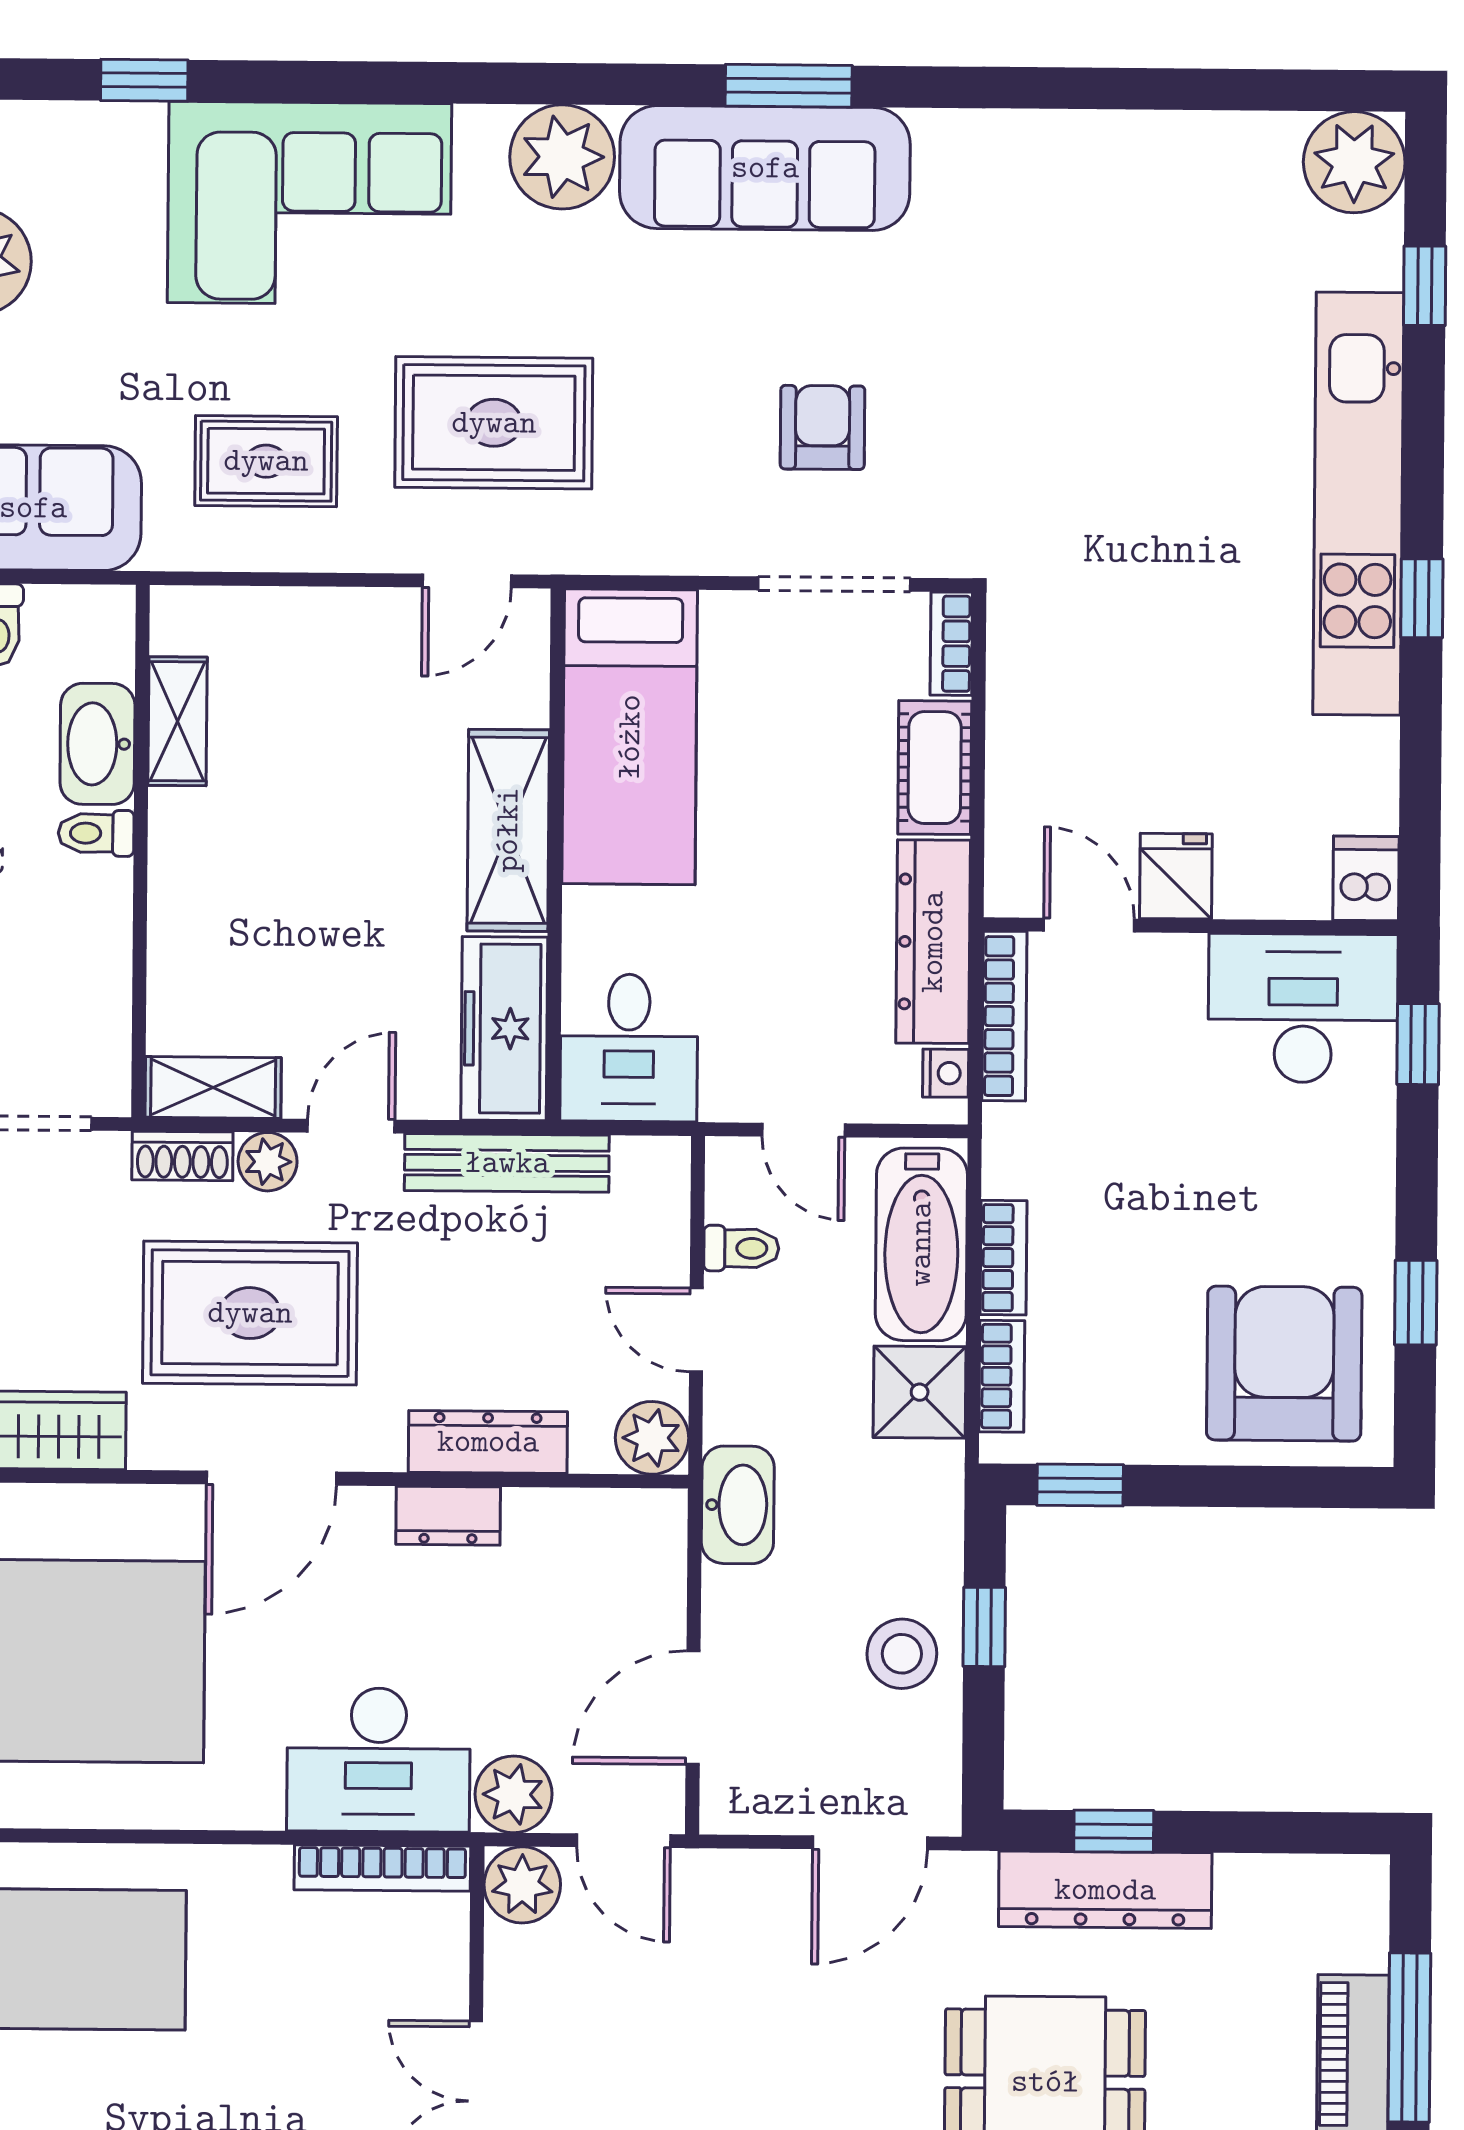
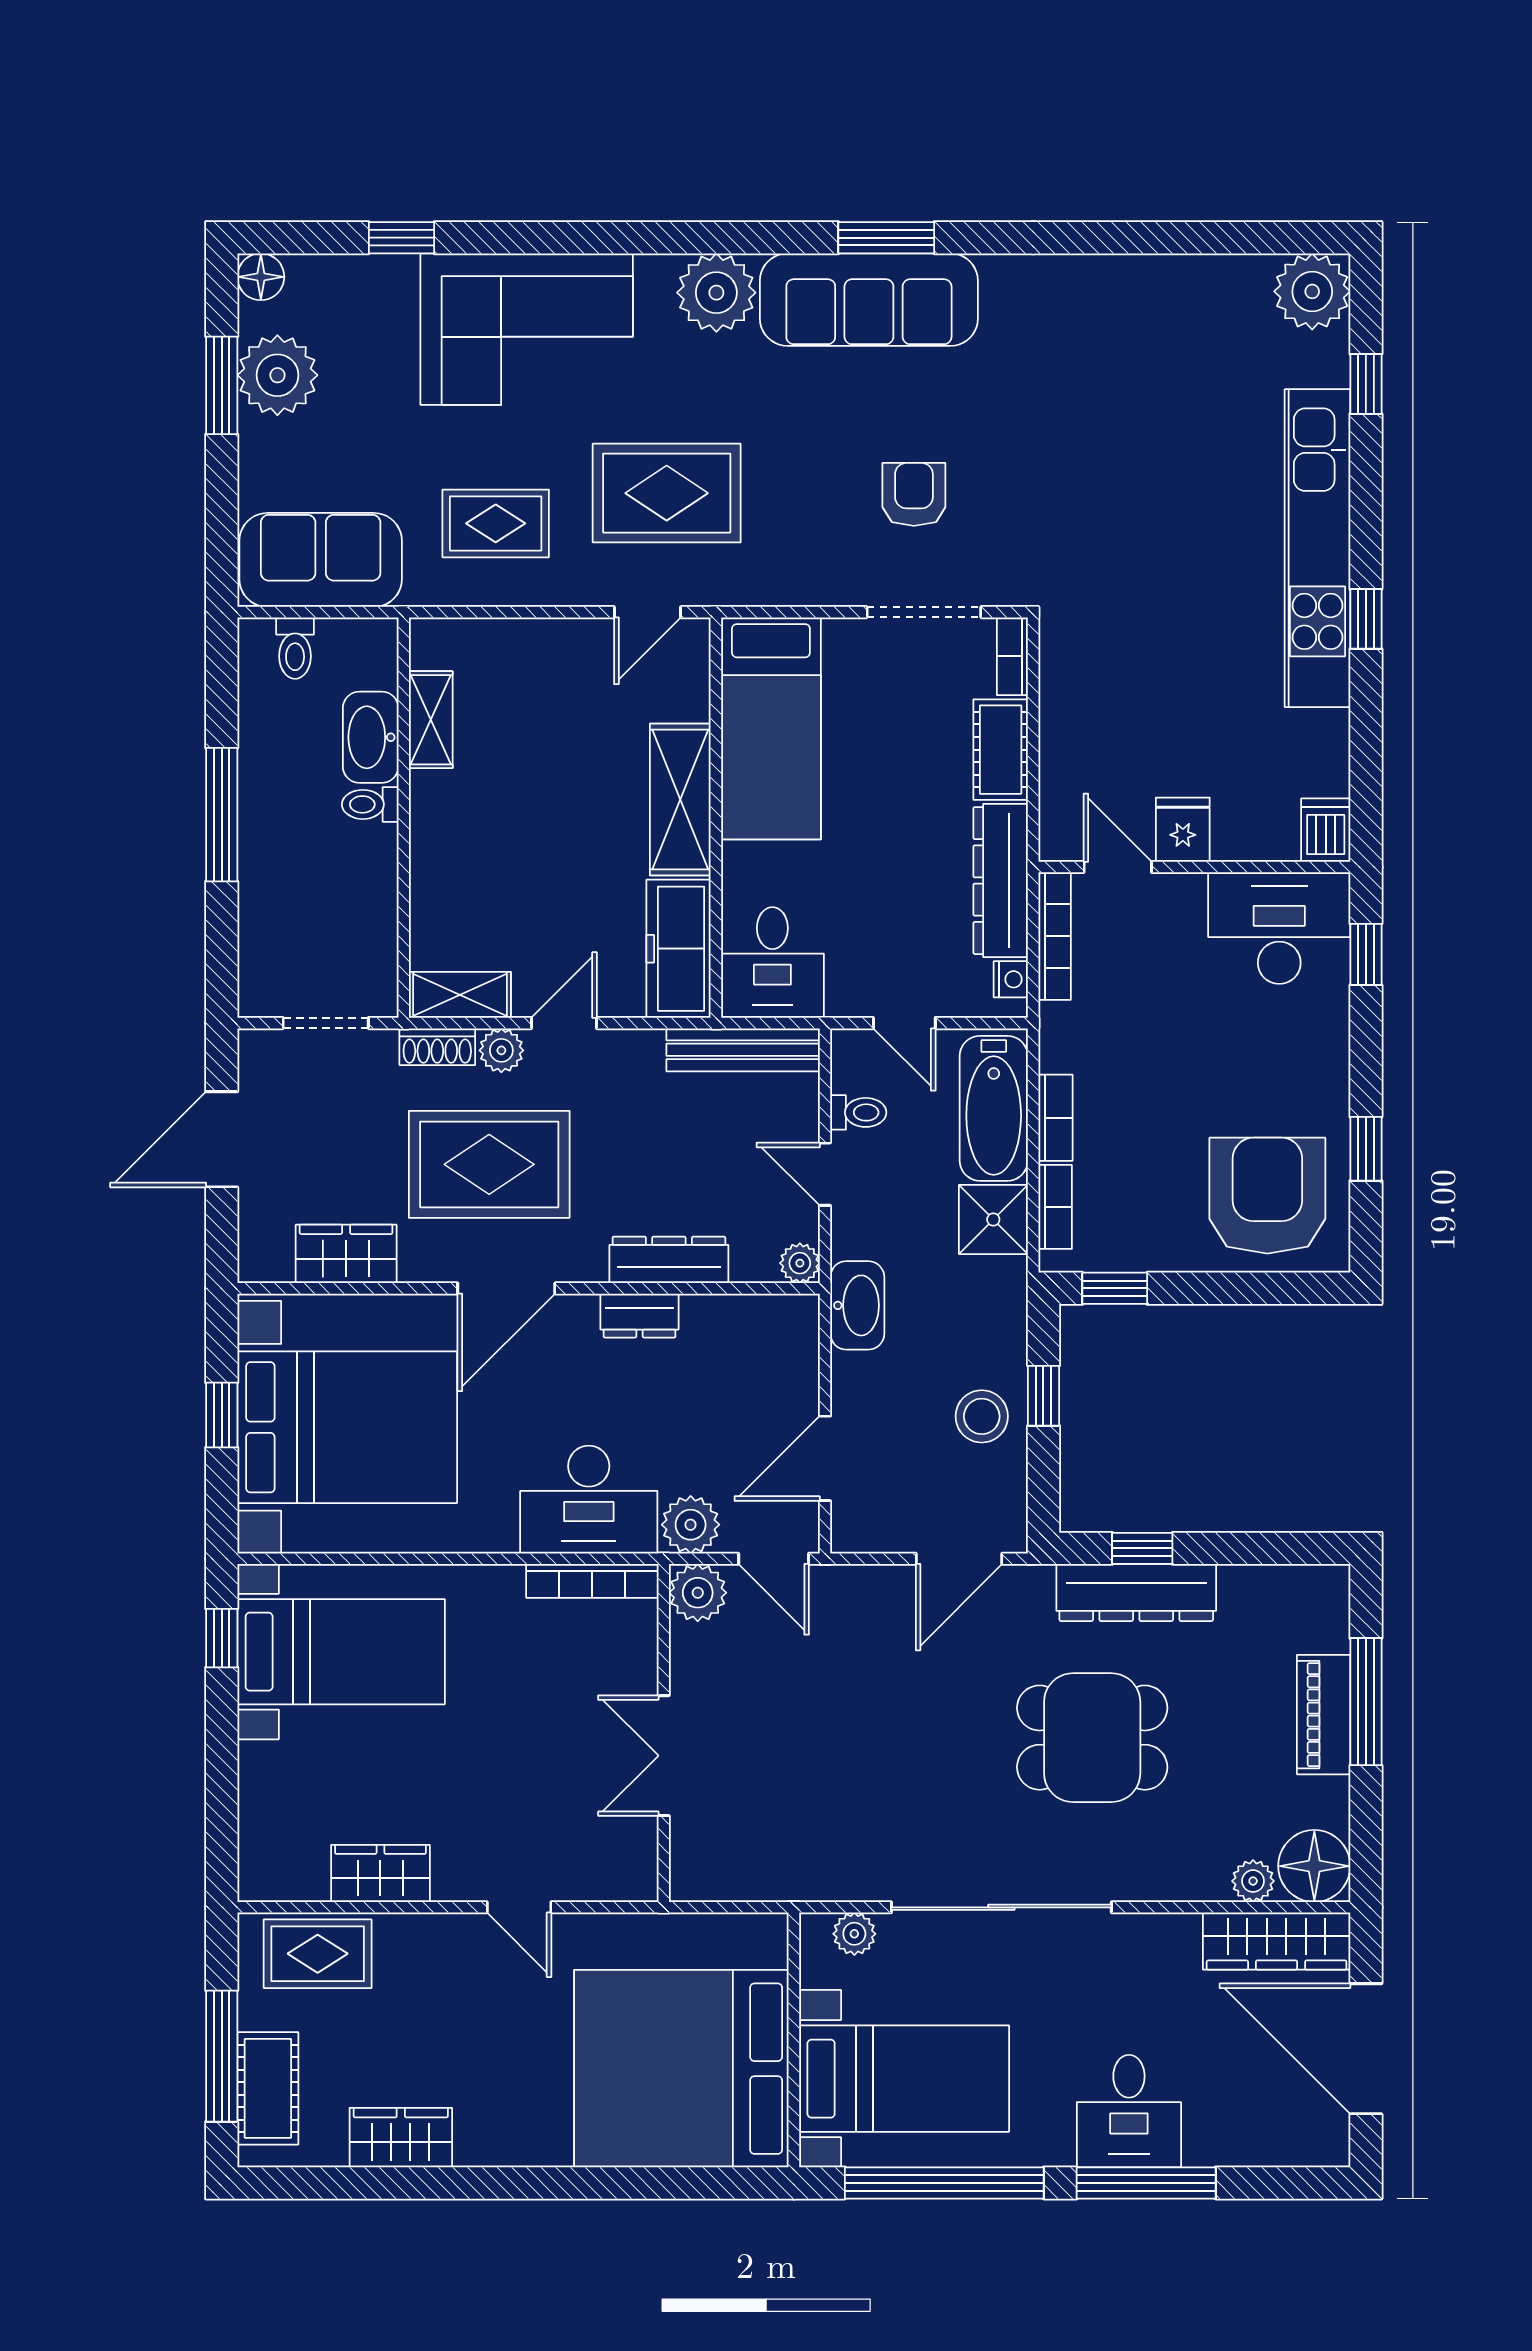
bench: (507, 1163) -> (743, 1050), moved
plant: (652, 1438) -> (800, 1263), width x0.73, depth x0.73

